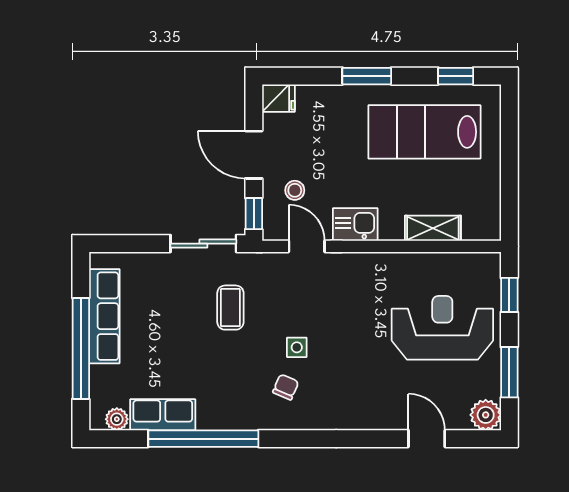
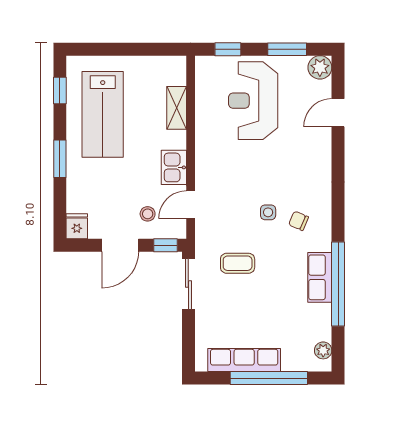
row of seats: (163, 415) -> (320, 277), moved

